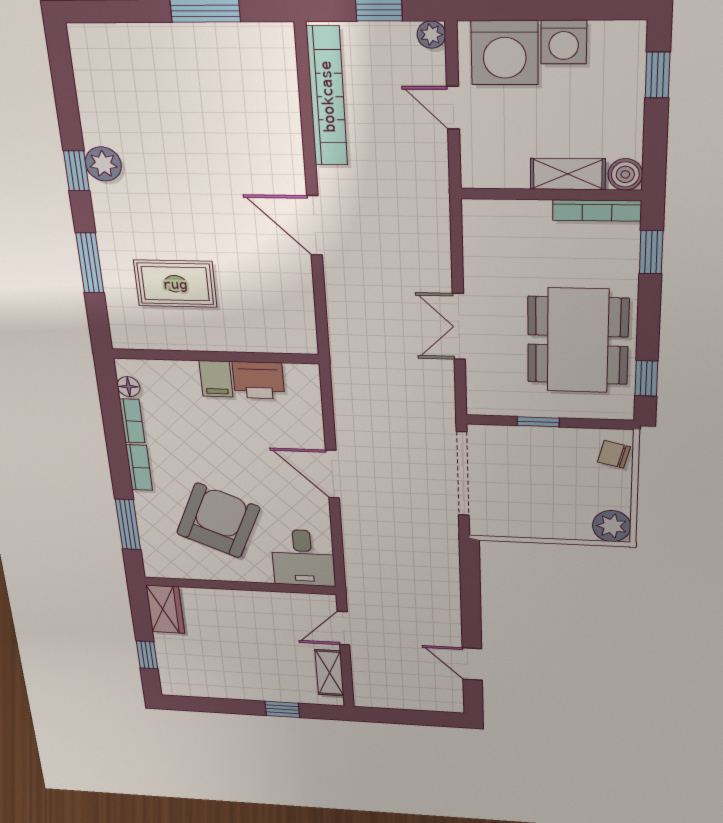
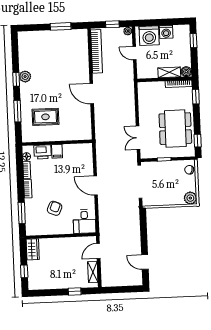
double door: (459, 327) -> (138, 138), moved
printer: (258, 380) -> (43, 152), moved
armchair: (218, 521) -> (55, 208), width x0.53, depth x0.53

